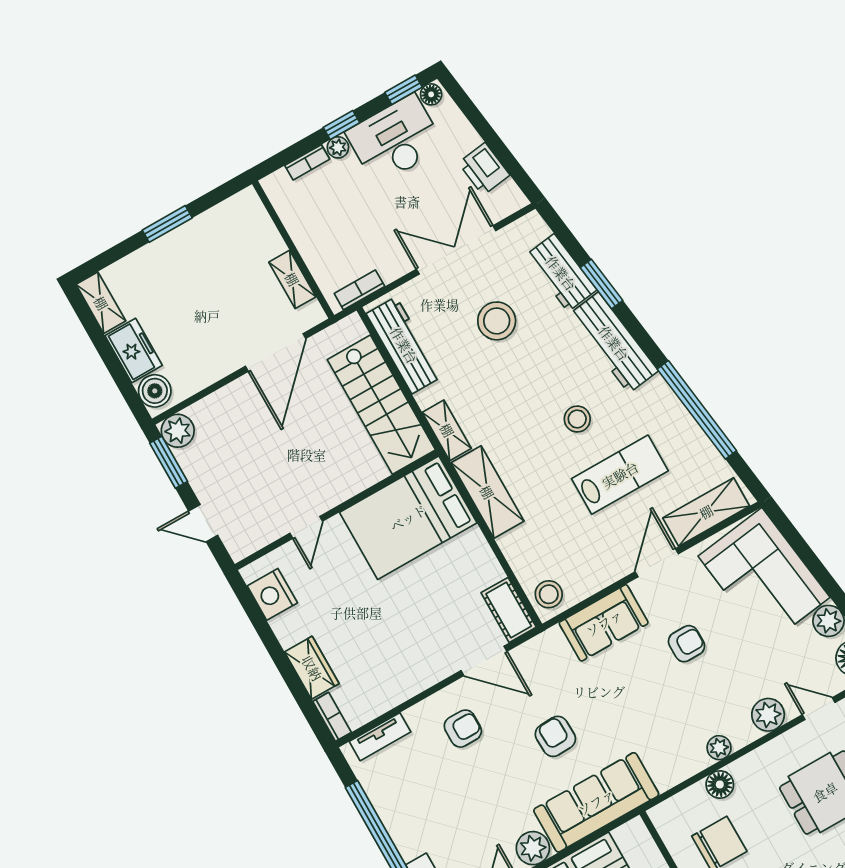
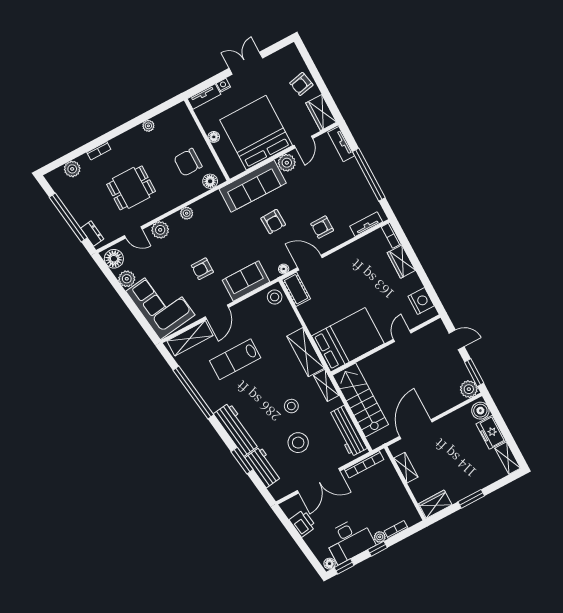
wardrobe: (235, 212) -> (435, 504), added
bookcase: (359, 290) -> (364, 464), width x1.56
stool: (577, 419) -> (291, 406), moved
floor lamp: (533, 648) -> (284, 269), added
floor lamp: (720, 784) -> (210, 181), moved

